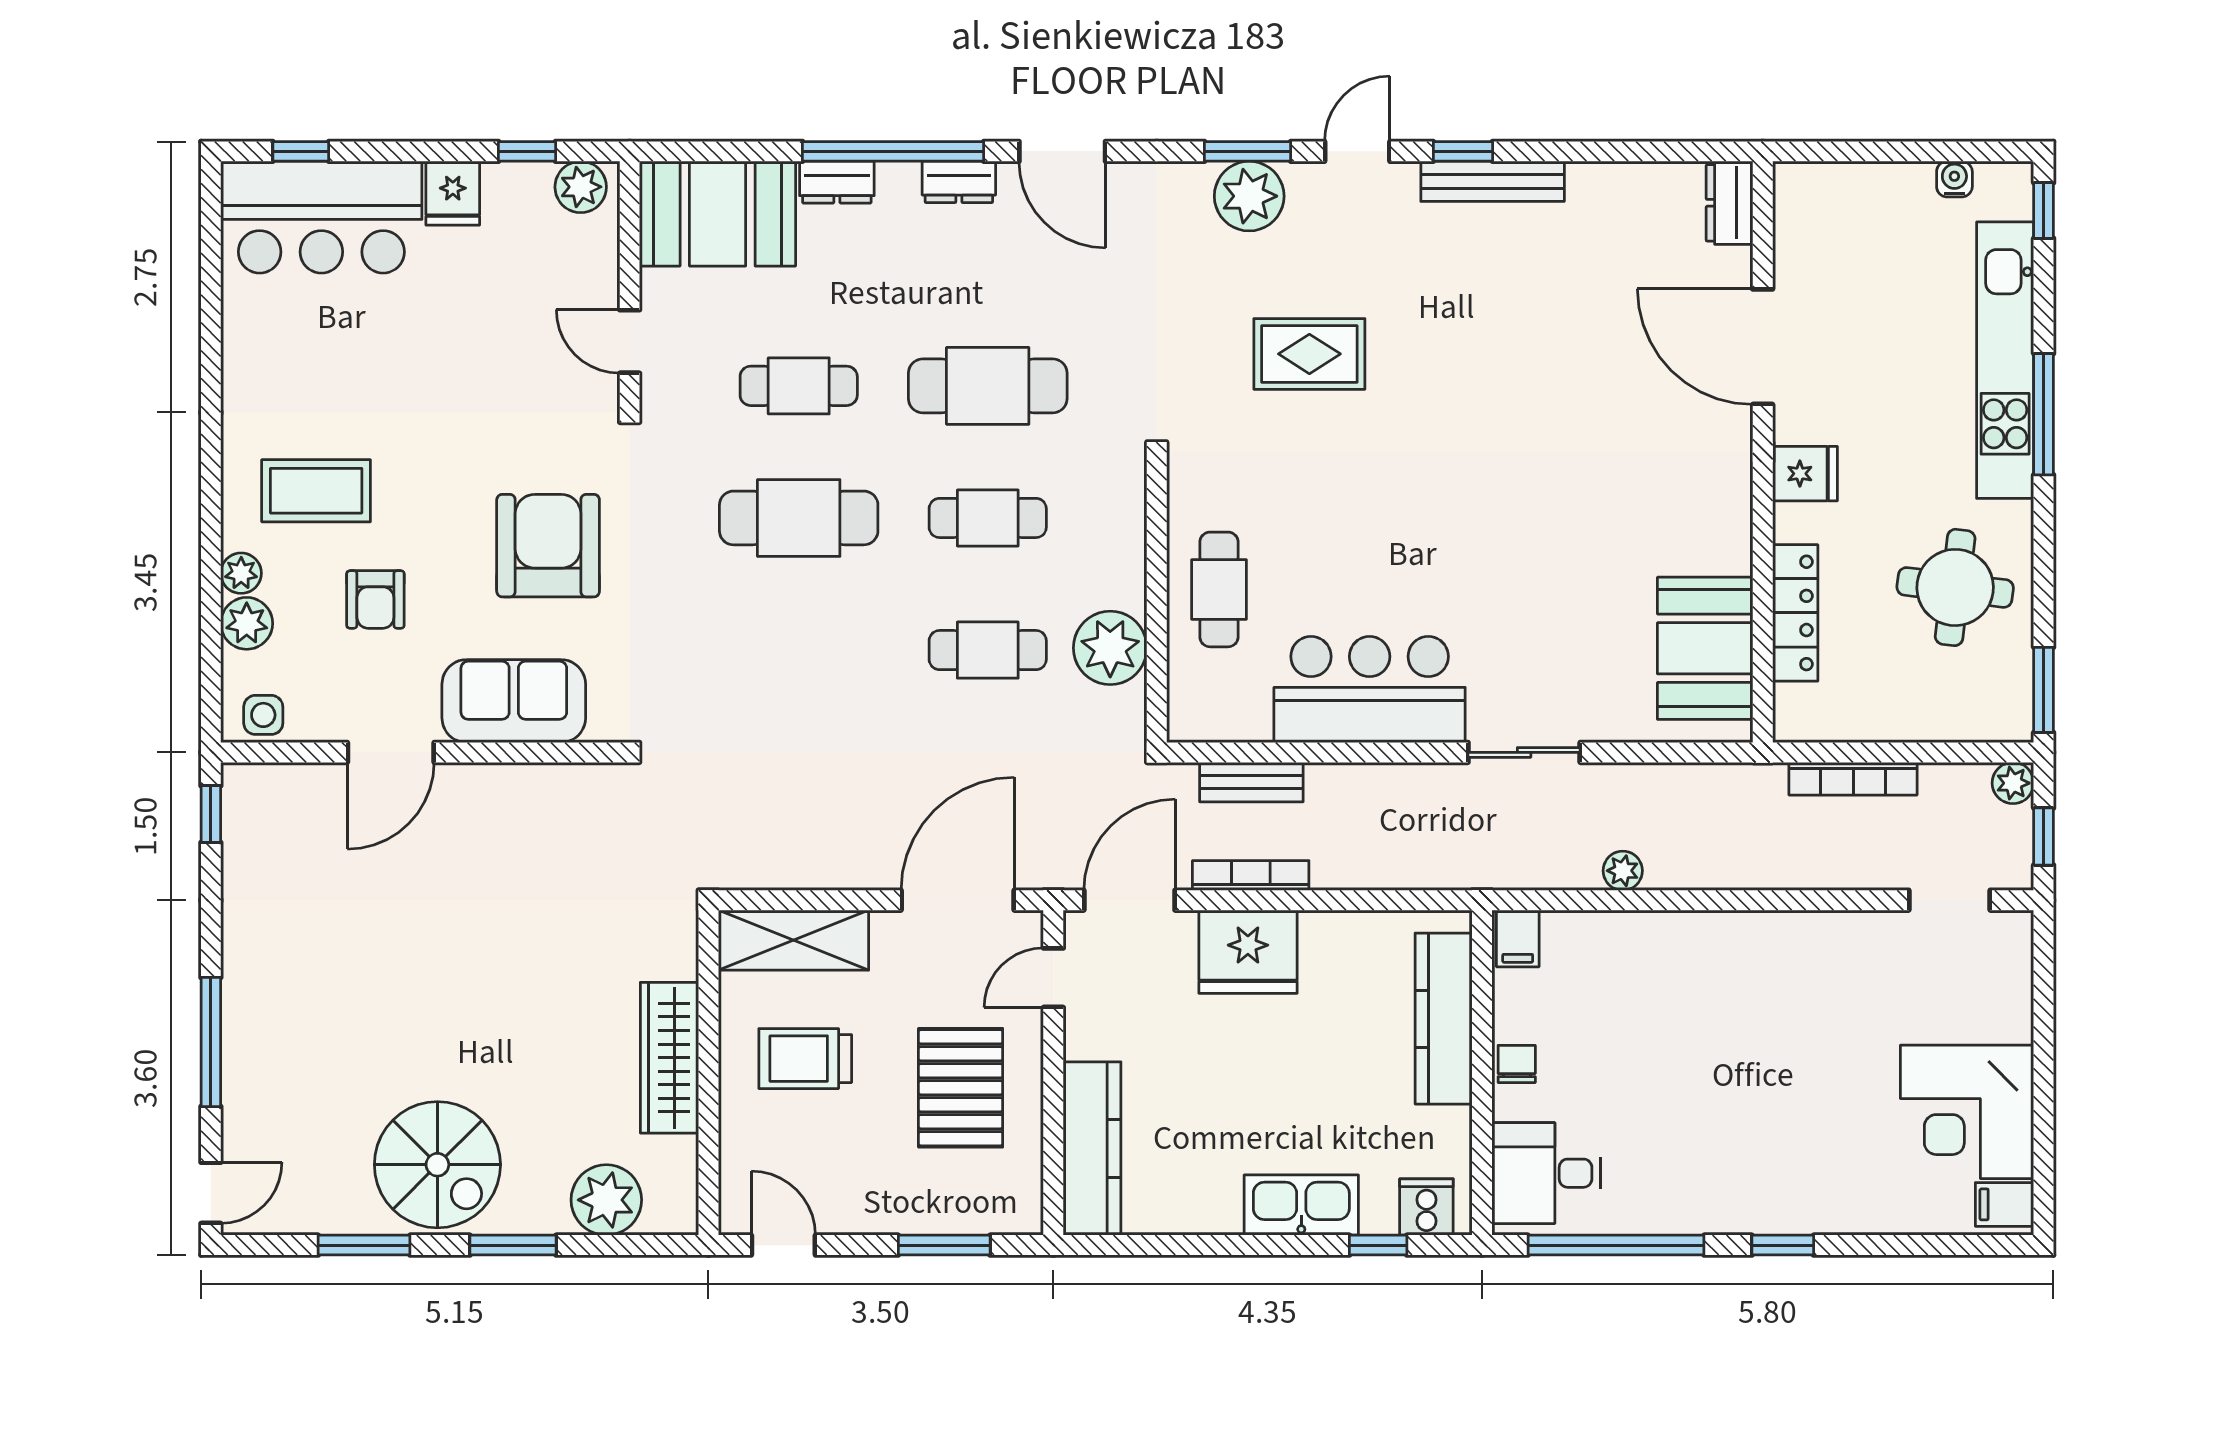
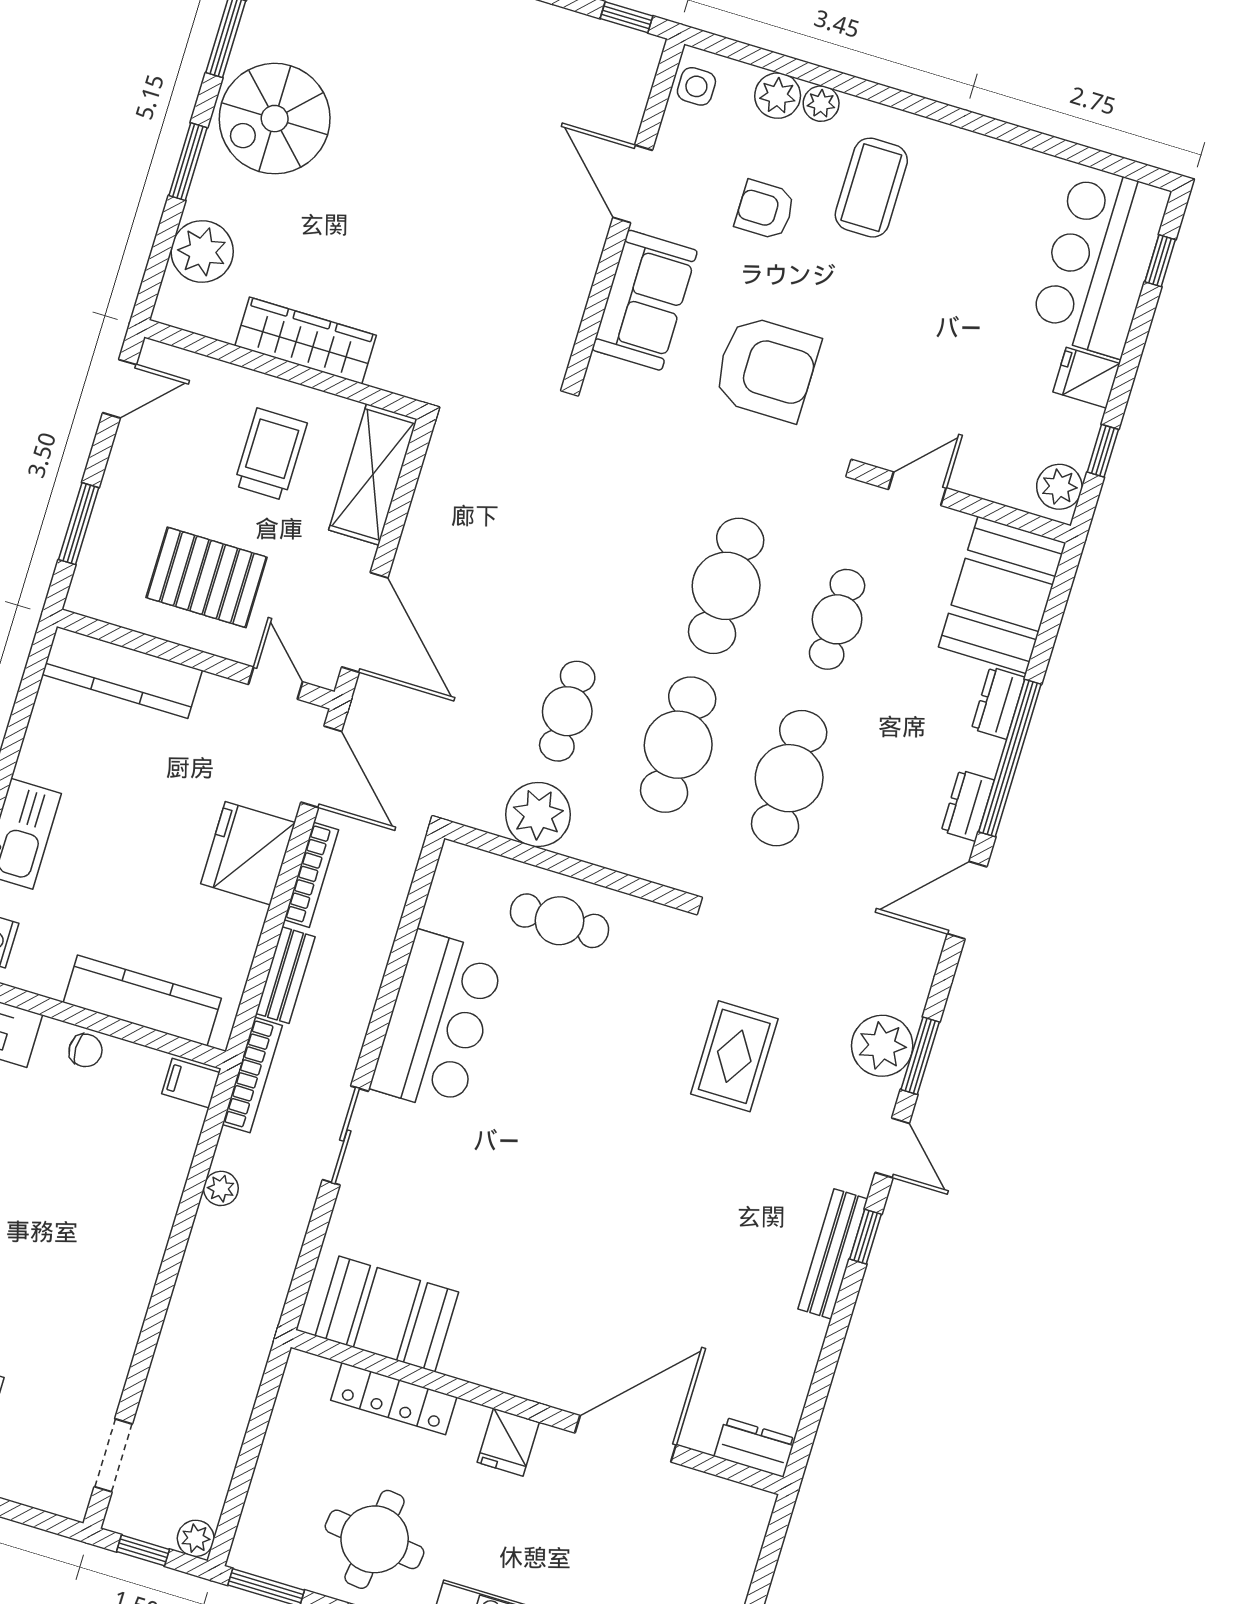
cafe table: (988, 518) -> (678, 745), width x1.37, depth x1.35
bookcase: (1853, 779) -> (252, 1075), moved, turned 180
bench: (1251, 782) -> (285, 975), moved

